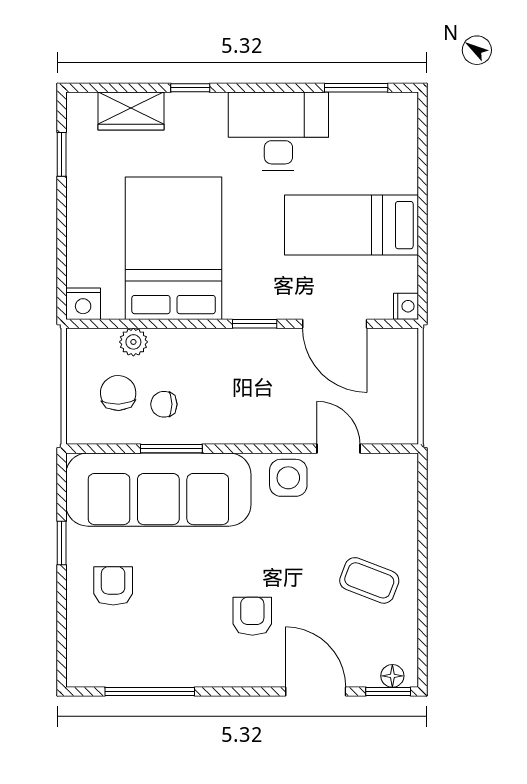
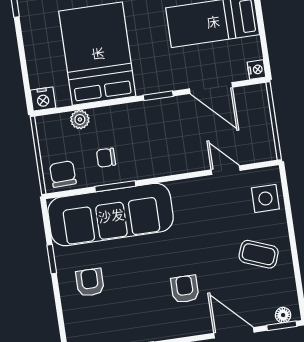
chair: (118, 393) -> (63, 174), moved
side table: (288, 478) -> (265, 198), moved

